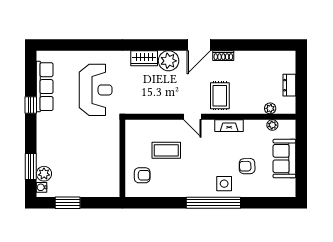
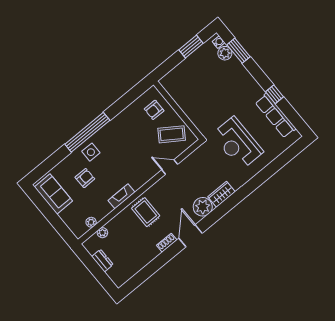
door: (192, 117) -> (170, 167), moved
coffee table: (166, 150) -> (172, 134), moved, turned 34
sofa: (284, 159) -> (53, 194), moved

